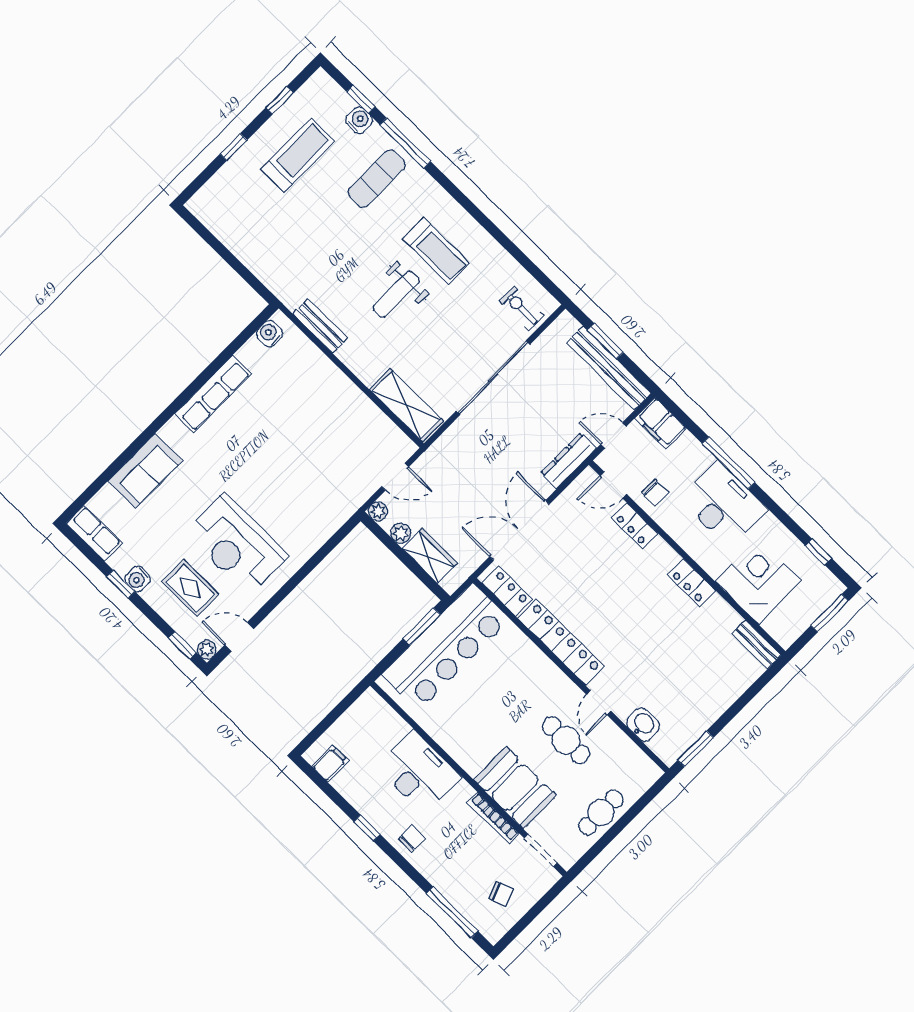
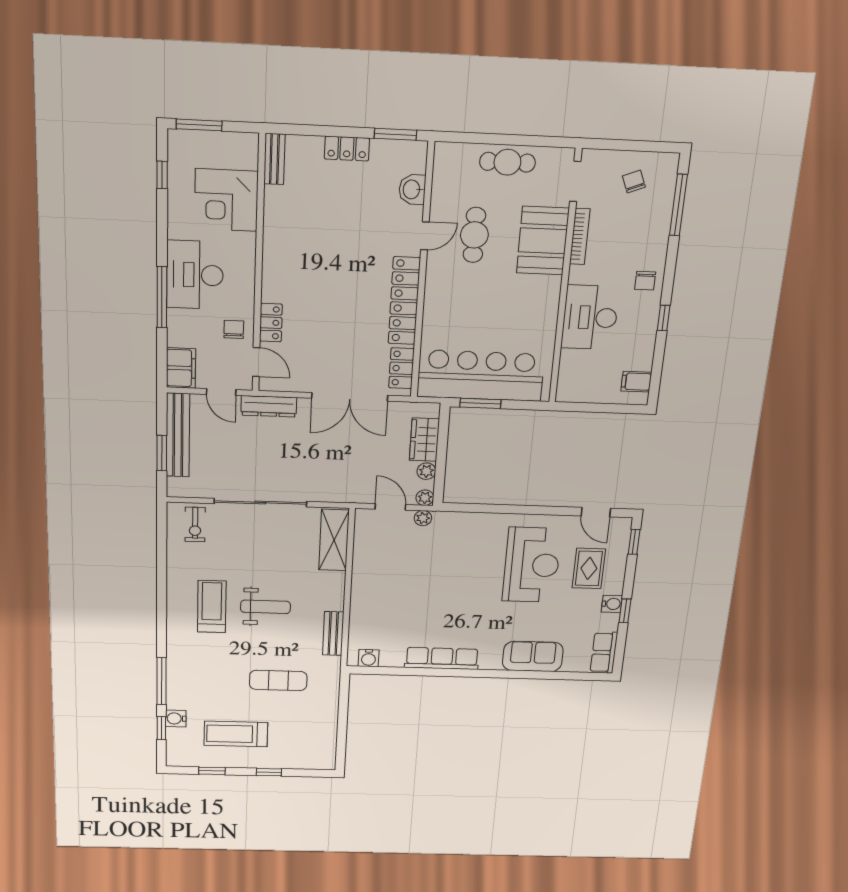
exercise mat: (377, 179) -> (278, 680), moved
locker: (691, 583) -> (347, 149), moved, turned 90
plant: (207, 650) -> (423, 518), moved
chair: (412, 839) -> (645, 281), turned -90

